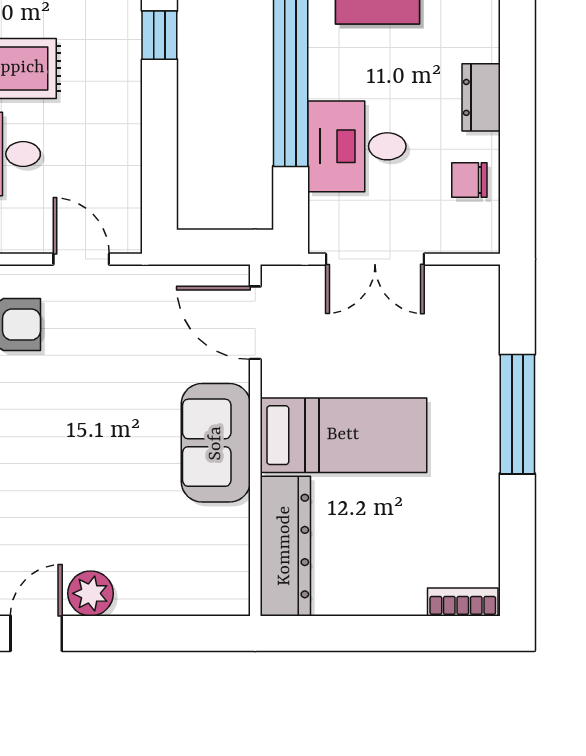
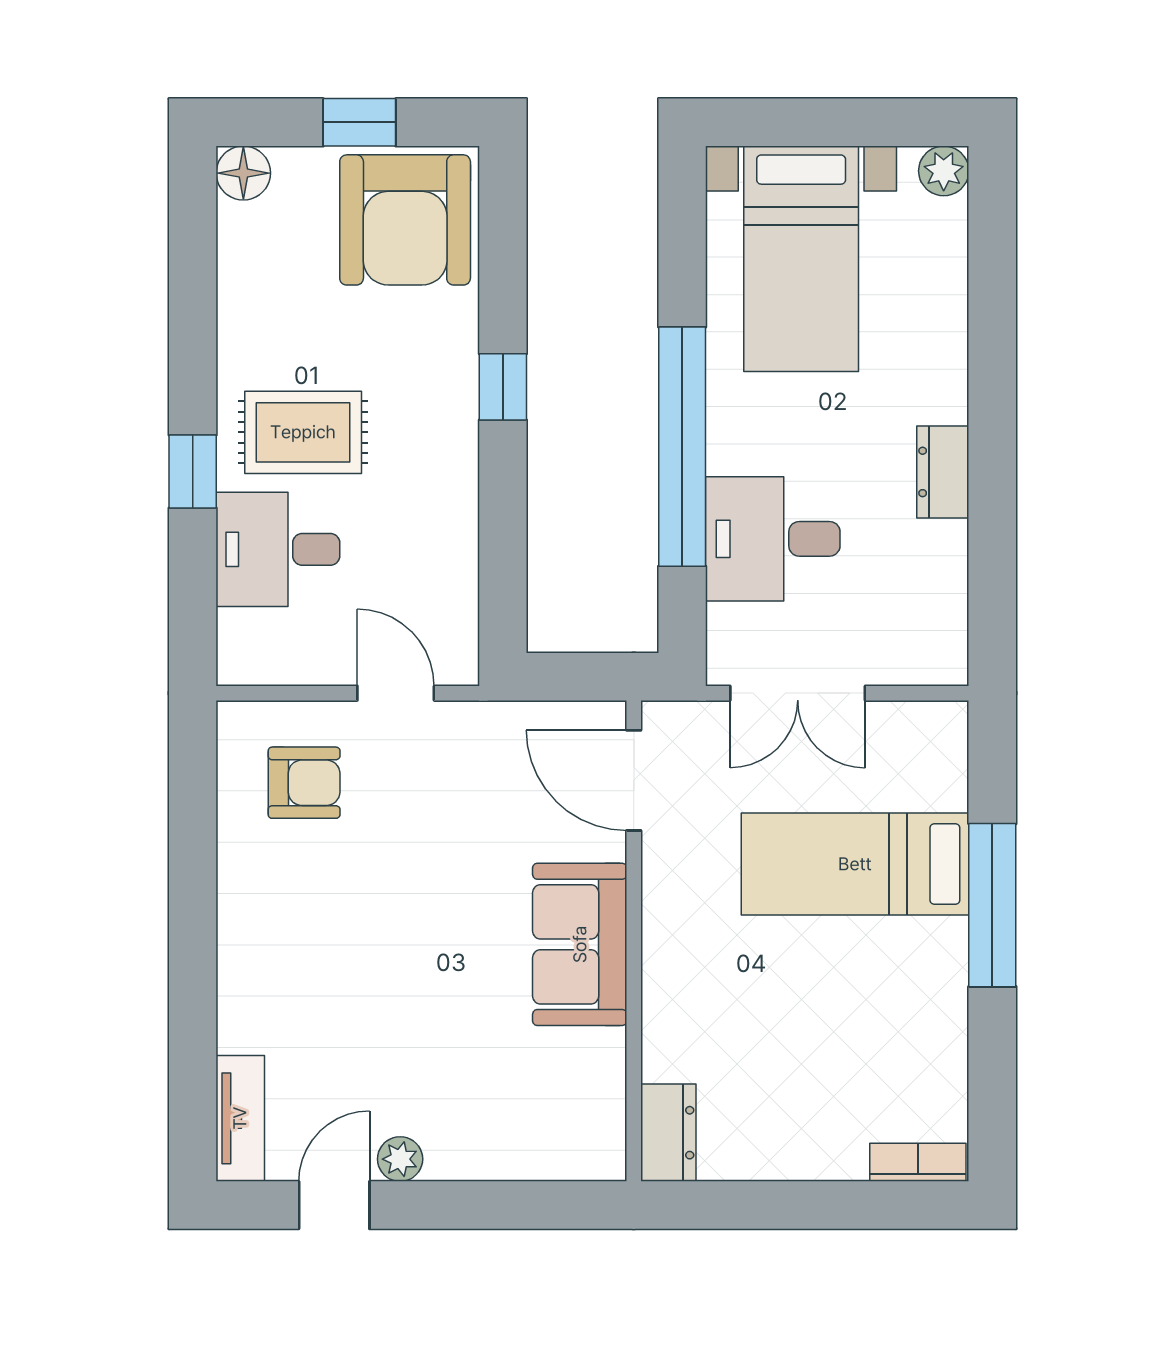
chair: (469, 180) -> (927, 585), removed
bed: (343, 435) -> (855, 864), moved, turned 180
dresser: (285, 546) -> (668, 1133), width x0.51, depth x0.80
plant: (91, 593) -> (400, 1159), width x0.73, depth x0.73

